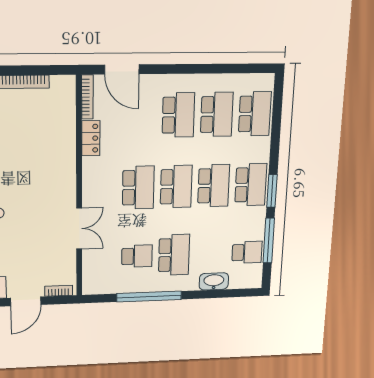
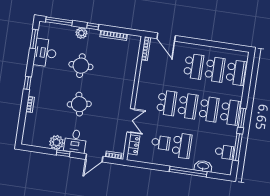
locker: (91, 138) -> (134, 145), moved
window: (149, 296) -> (188, 172), moved

